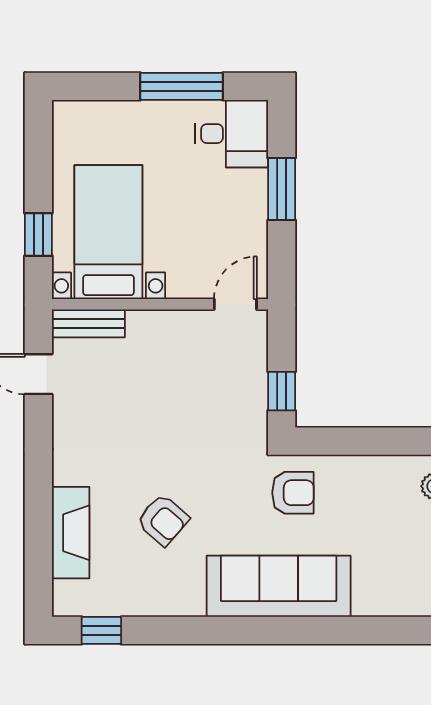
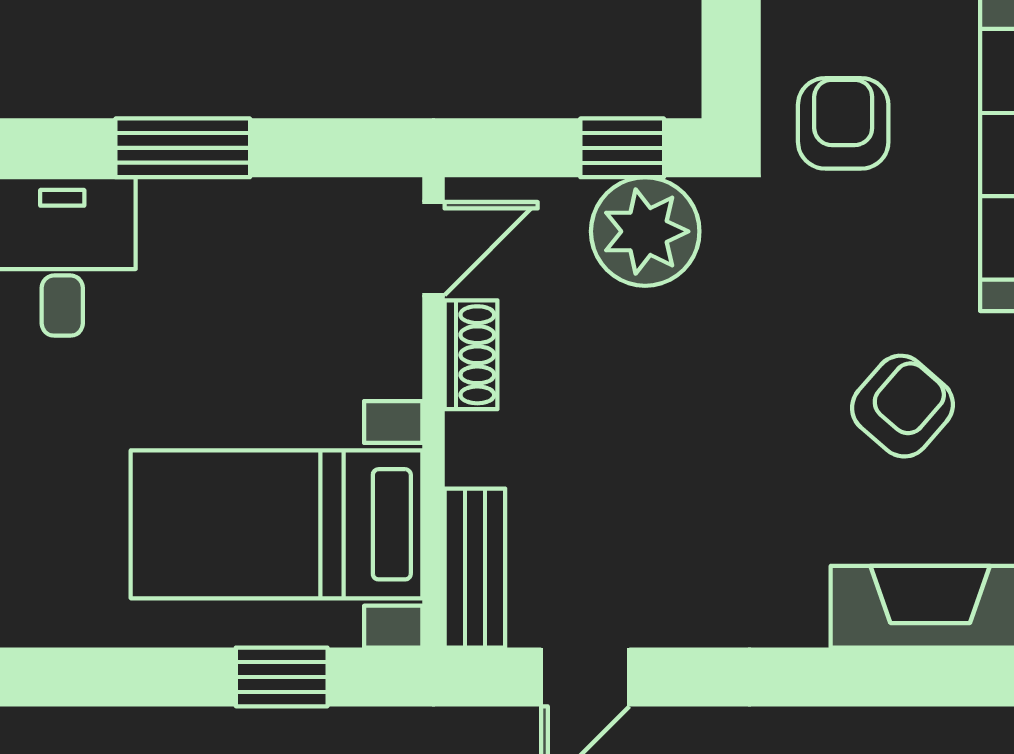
door: (235, 304) -> (433, 248), swing flipped
shoe rack: (186, 322) -> (471, 355), added
plant: (243, 402) -> (645, 231), added

